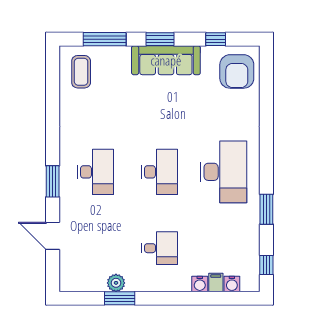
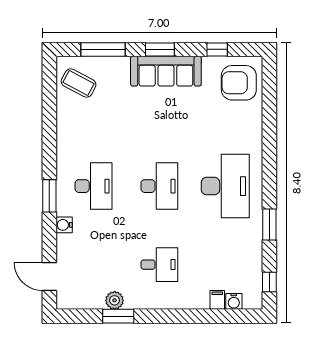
armchair: (237, 71) -> (239, 83), turned 90
coffee table: (81, 72) -> (79, 83), turned -62
door: (53, 236) -> (49, 277), moved
water cooler: (200, 284) -> (64, 225), moved, turned 90

